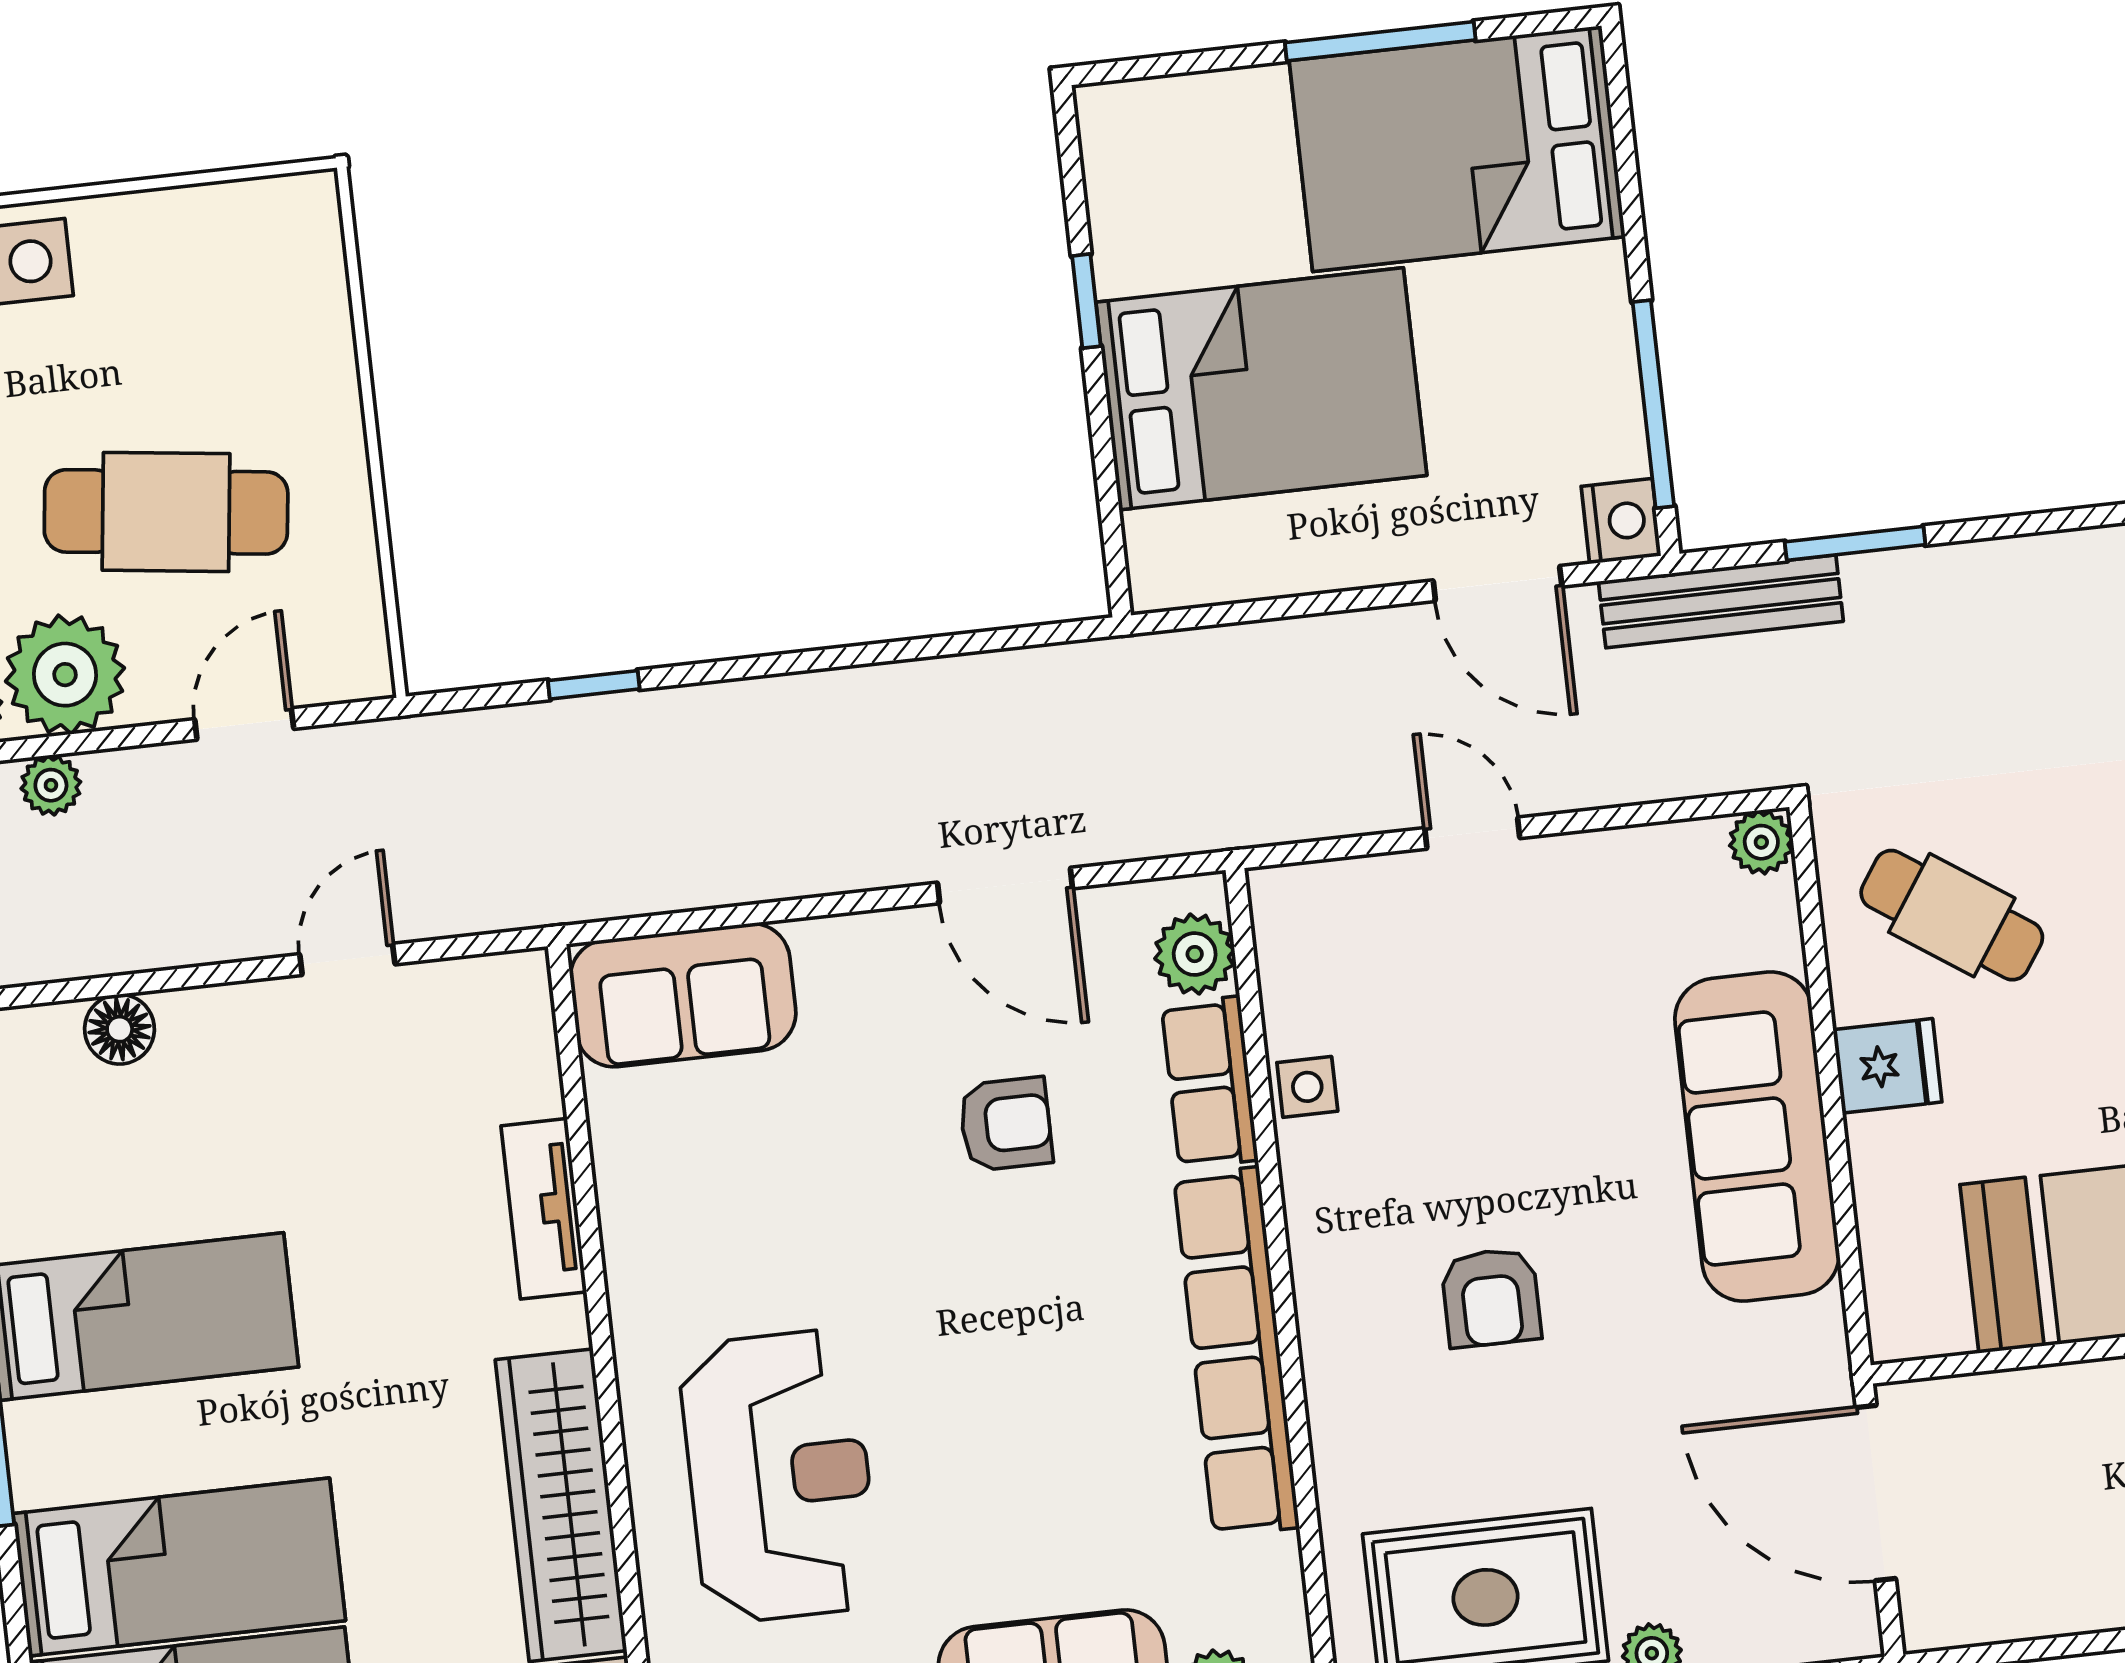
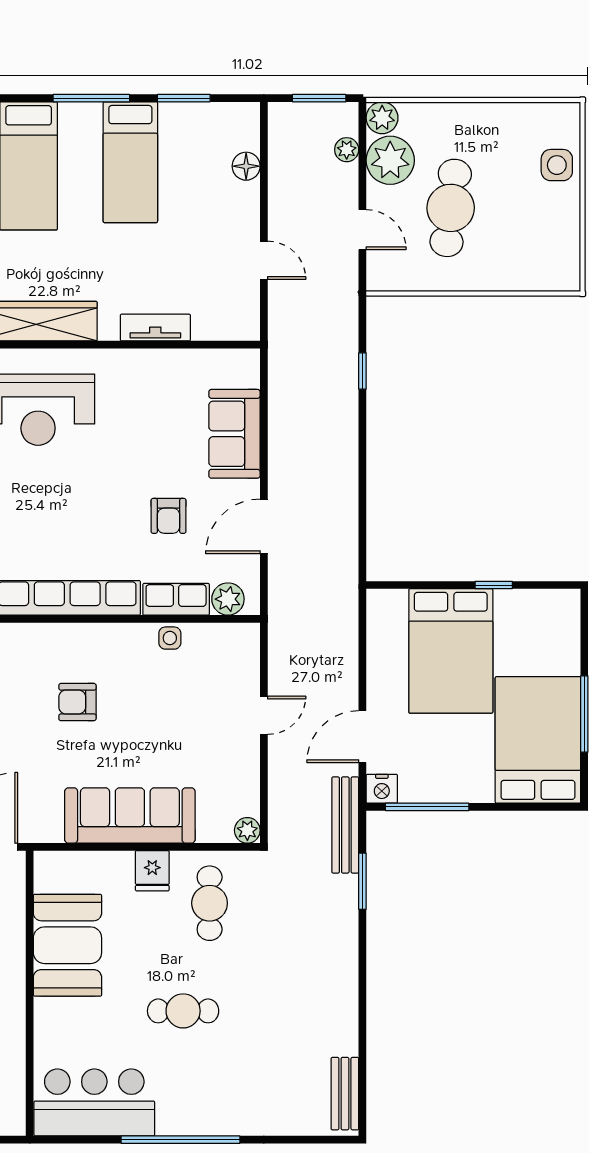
cafe table: (1952, 915) -> (210, 903), turned -34
sofa: (683, 995) -> (234, 434), moved

